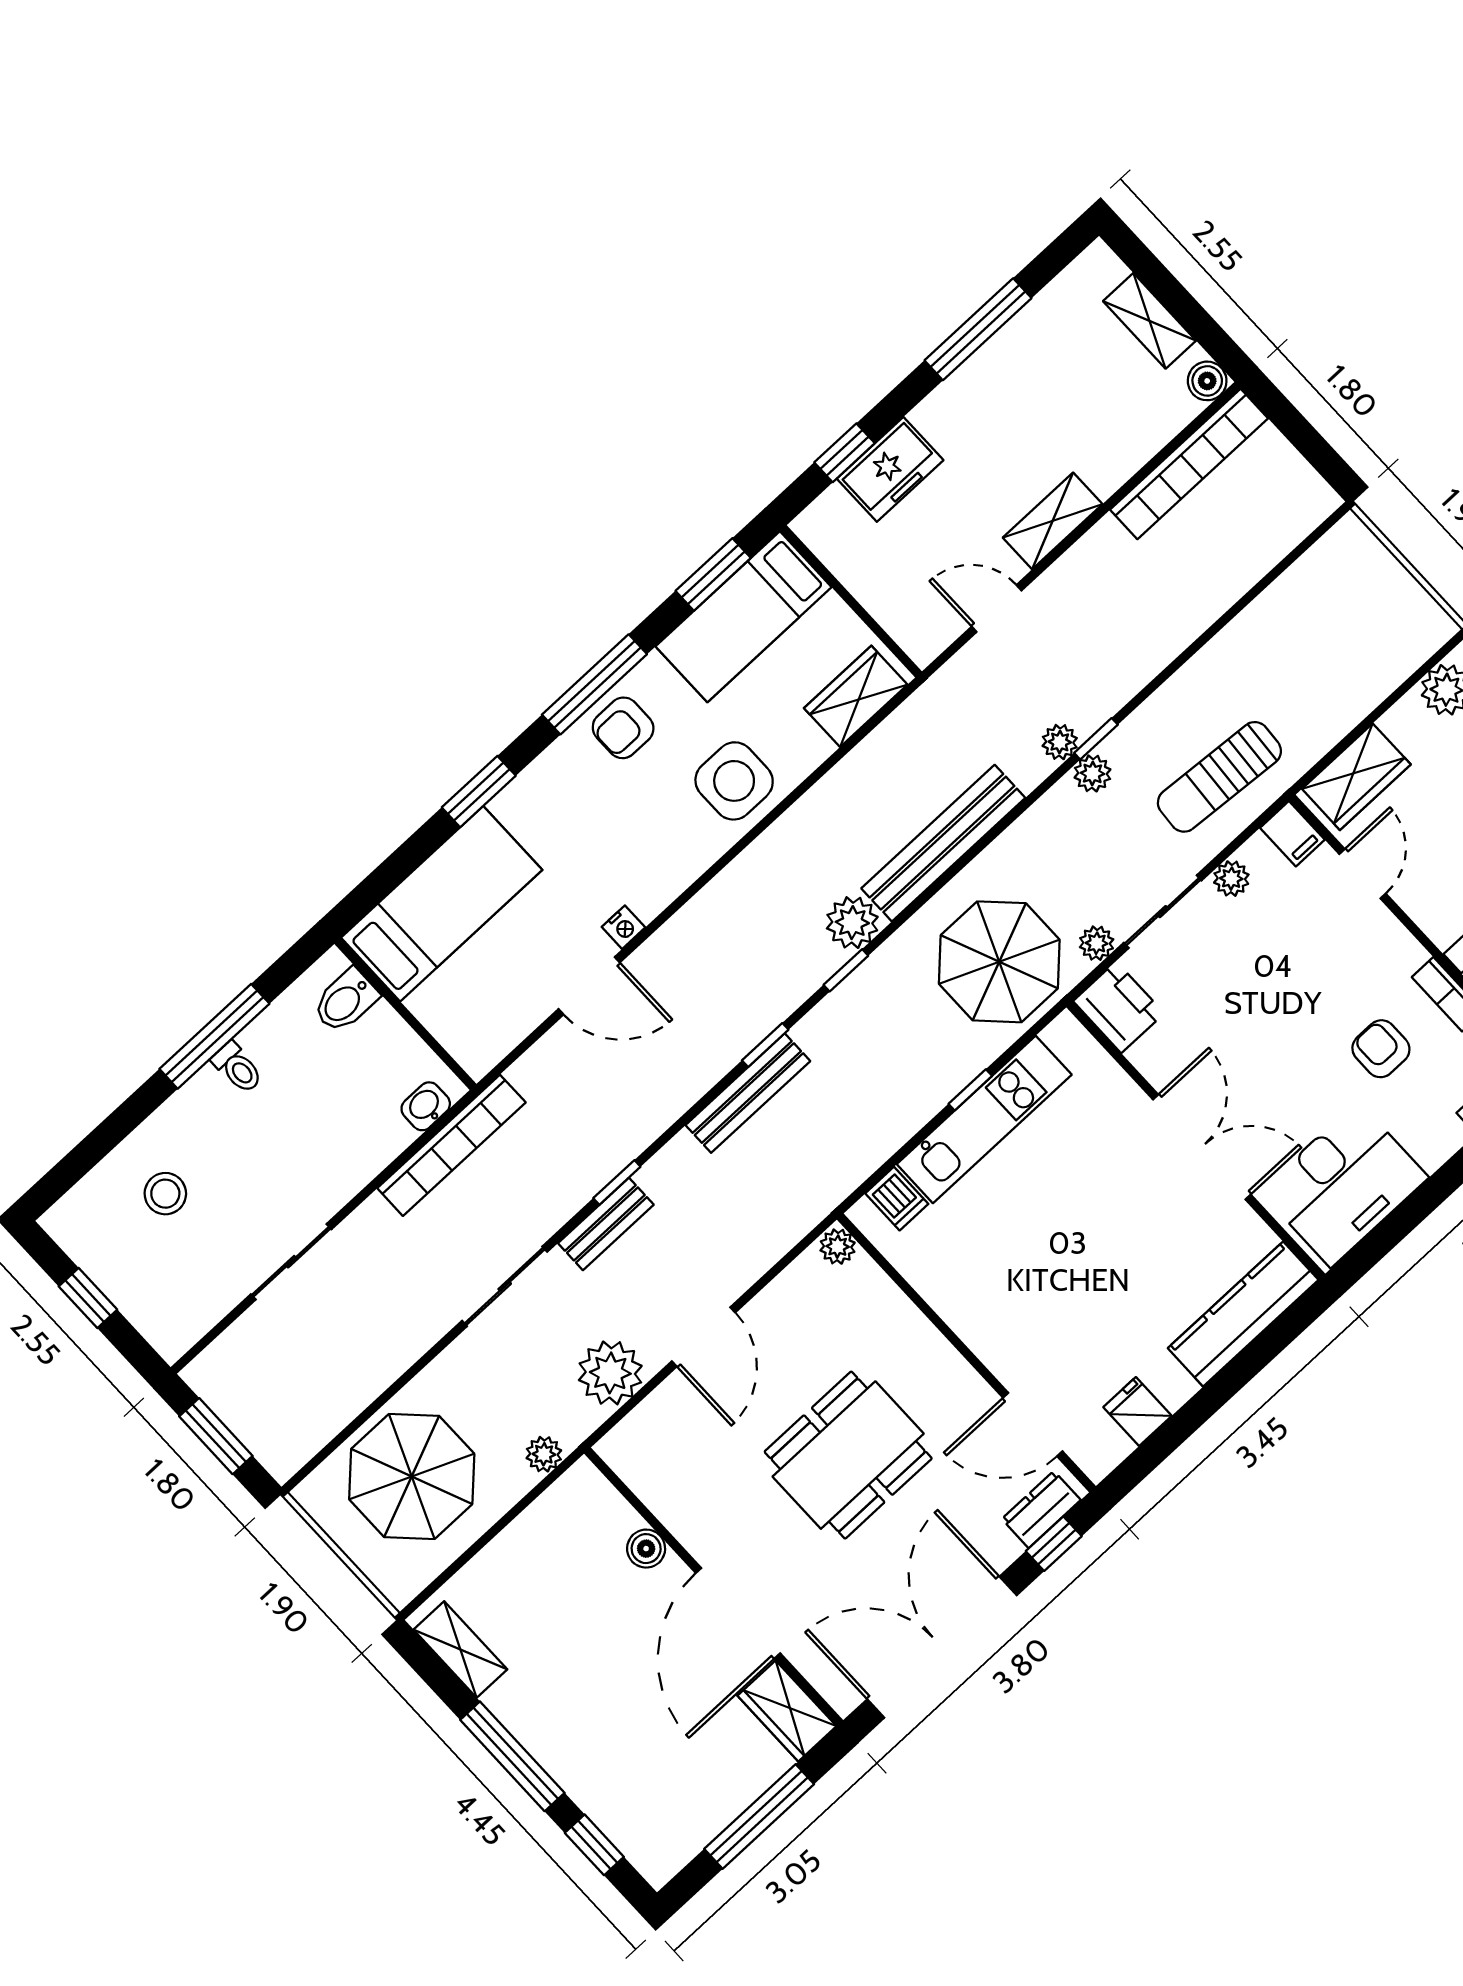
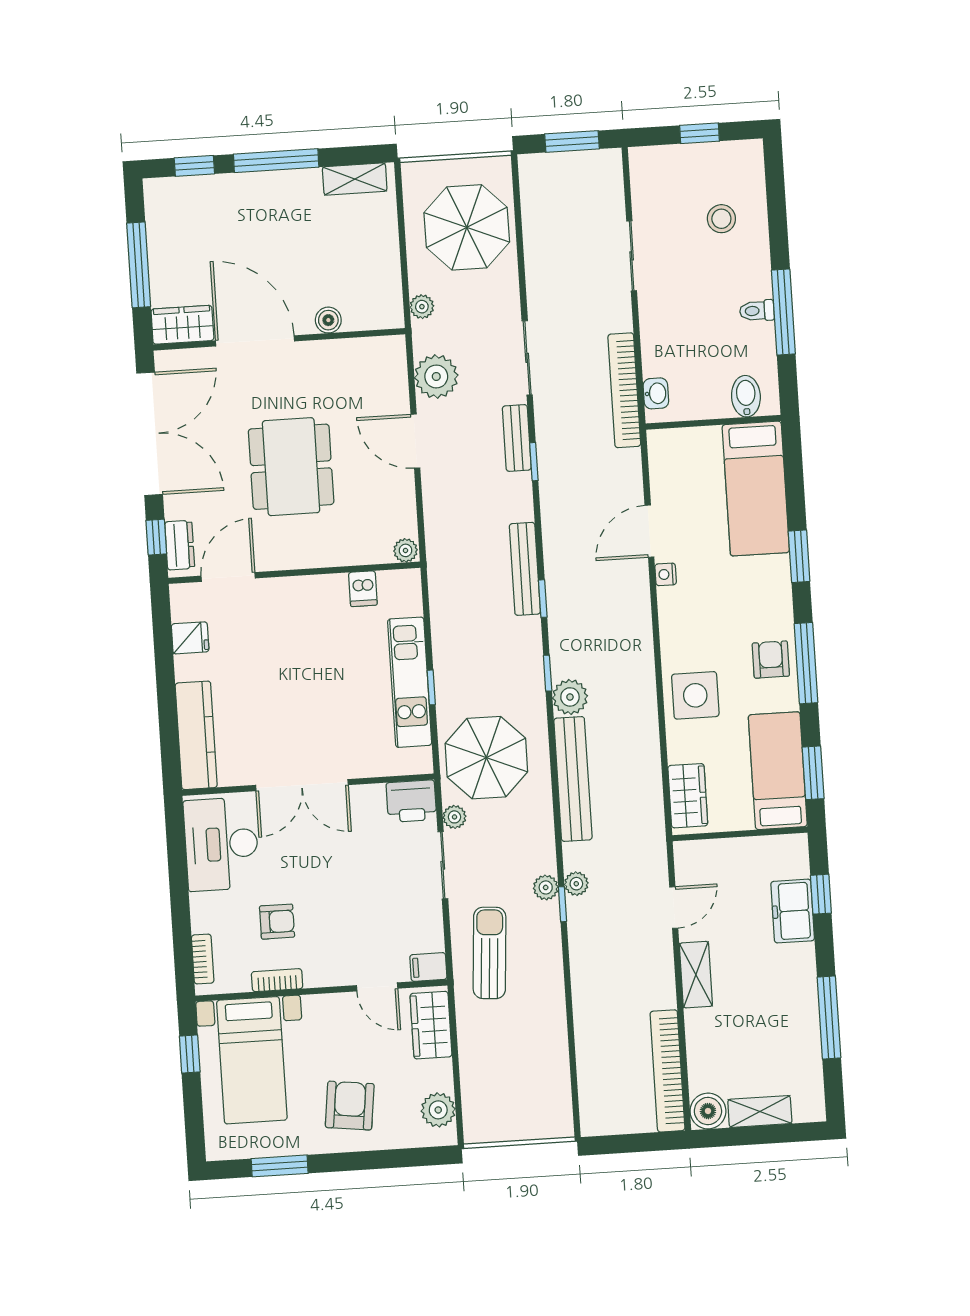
boiler: (1207, 381) -> (708, 1111), width x1.36, depth x1.36
plant: (1231, 879) -> (431, 916), removed
dishwasher: (897, 1199) -> (363, 589), moved, turned -90

